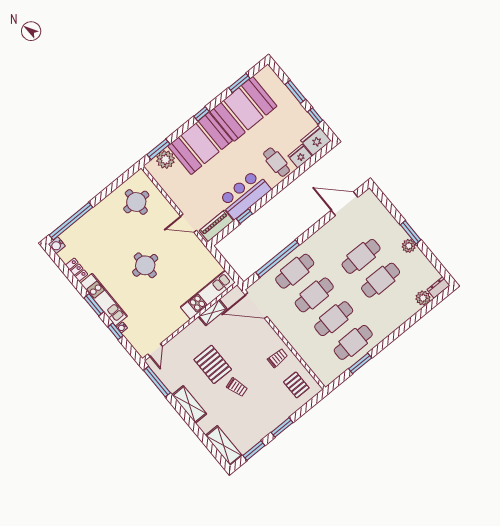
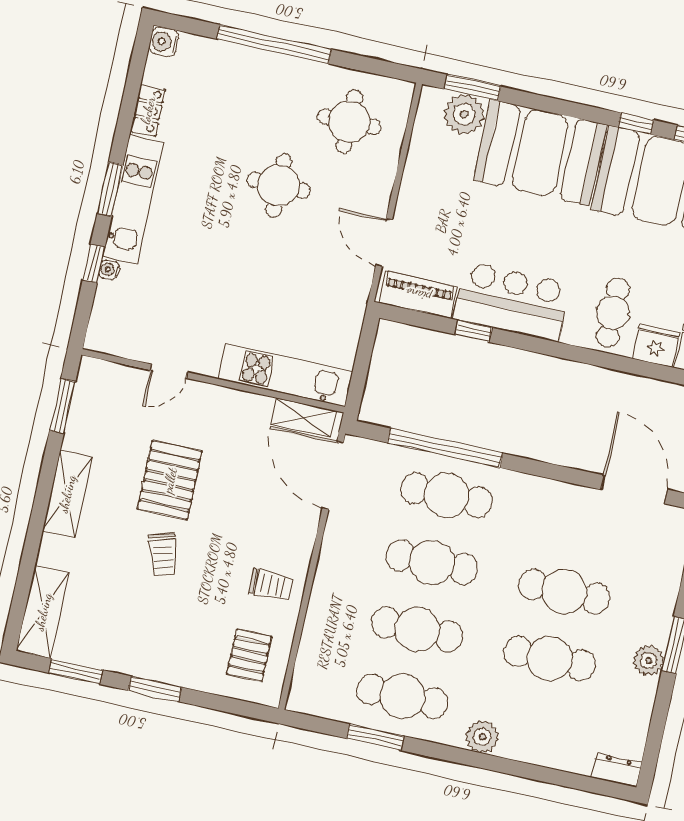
window: (202, 114) -> (636, 124), moved
window: (71, 221) -> (274, 44), moved
round table: (145, 265) -> (279, 186), moved
plant: (423, 298) -> (482, 737), moved
shelving: (213, 313) -> (304, 418), moved
door: (155, 350) -> (169, 371), moved
window: (157, 382) -> (62, 406), width x0.69

